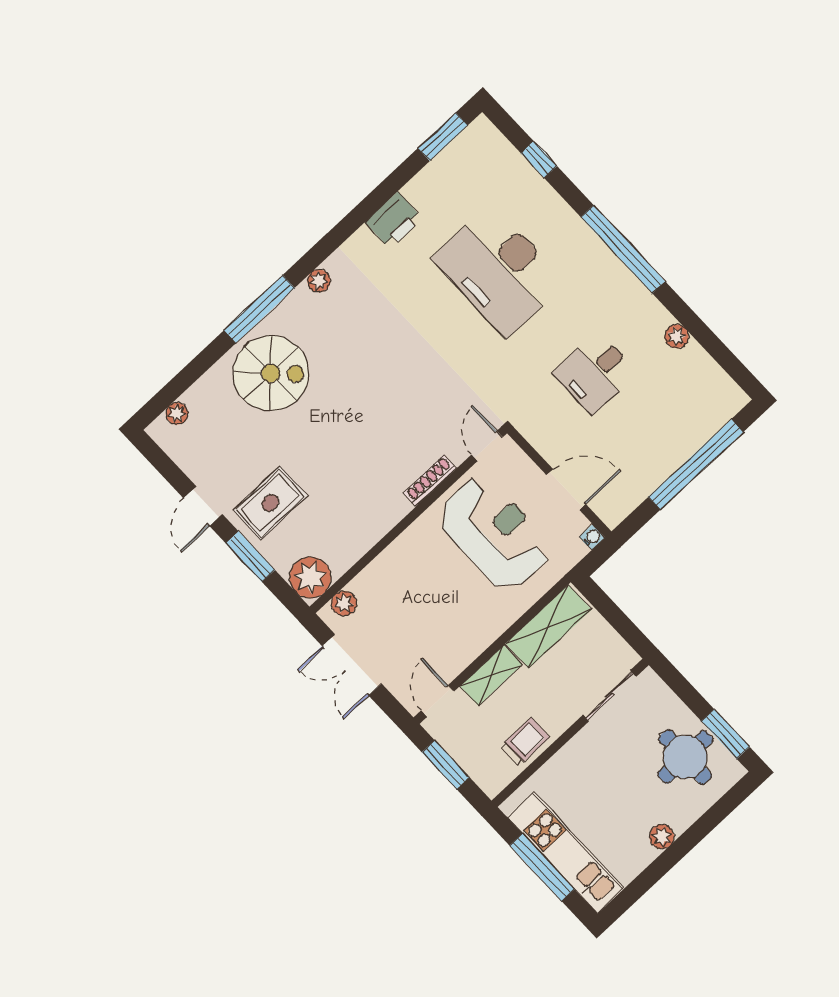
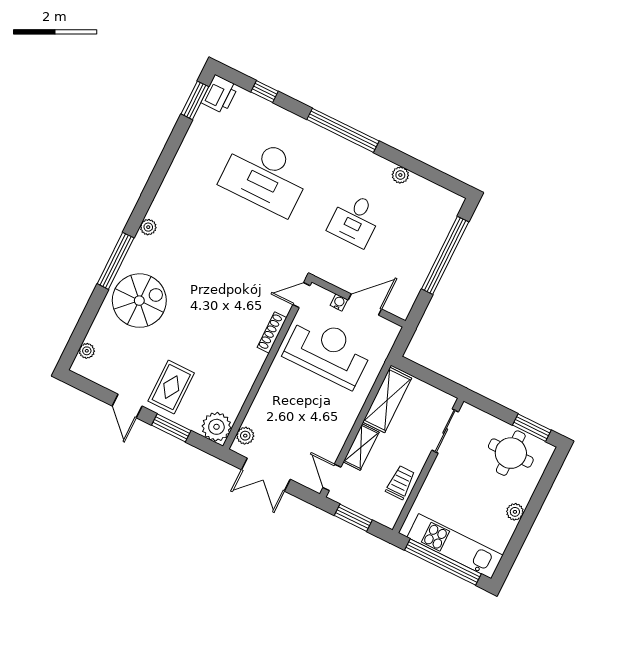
printer: (394, 220) -> (220, 94), moved
door: (487, 446) -> (301, 295), hinge flipped
water cooler: (592, 537) -> (339, 302), moved
window: (542, 867) -> (443, 562), width x1.46

